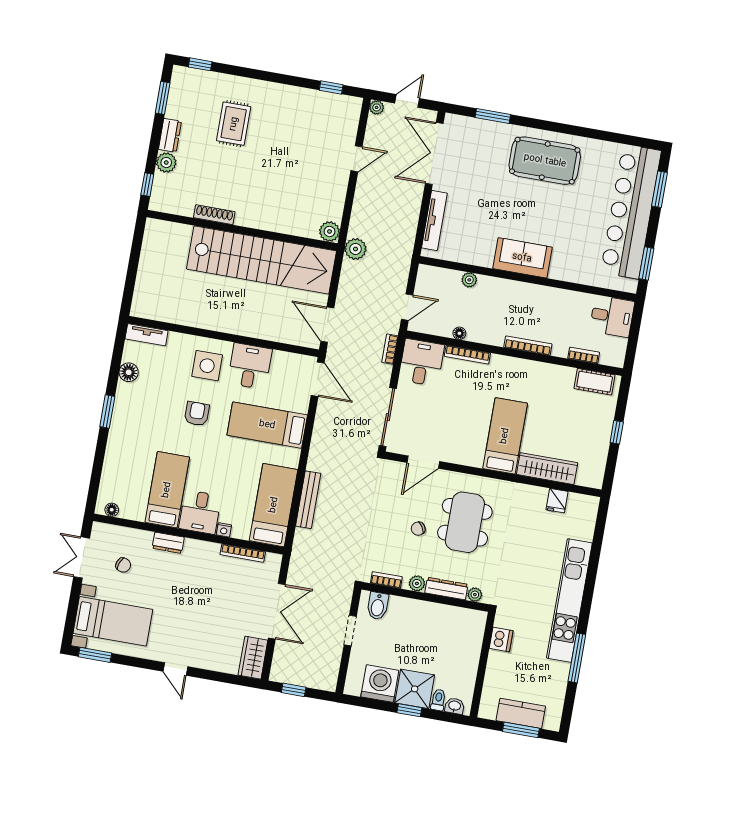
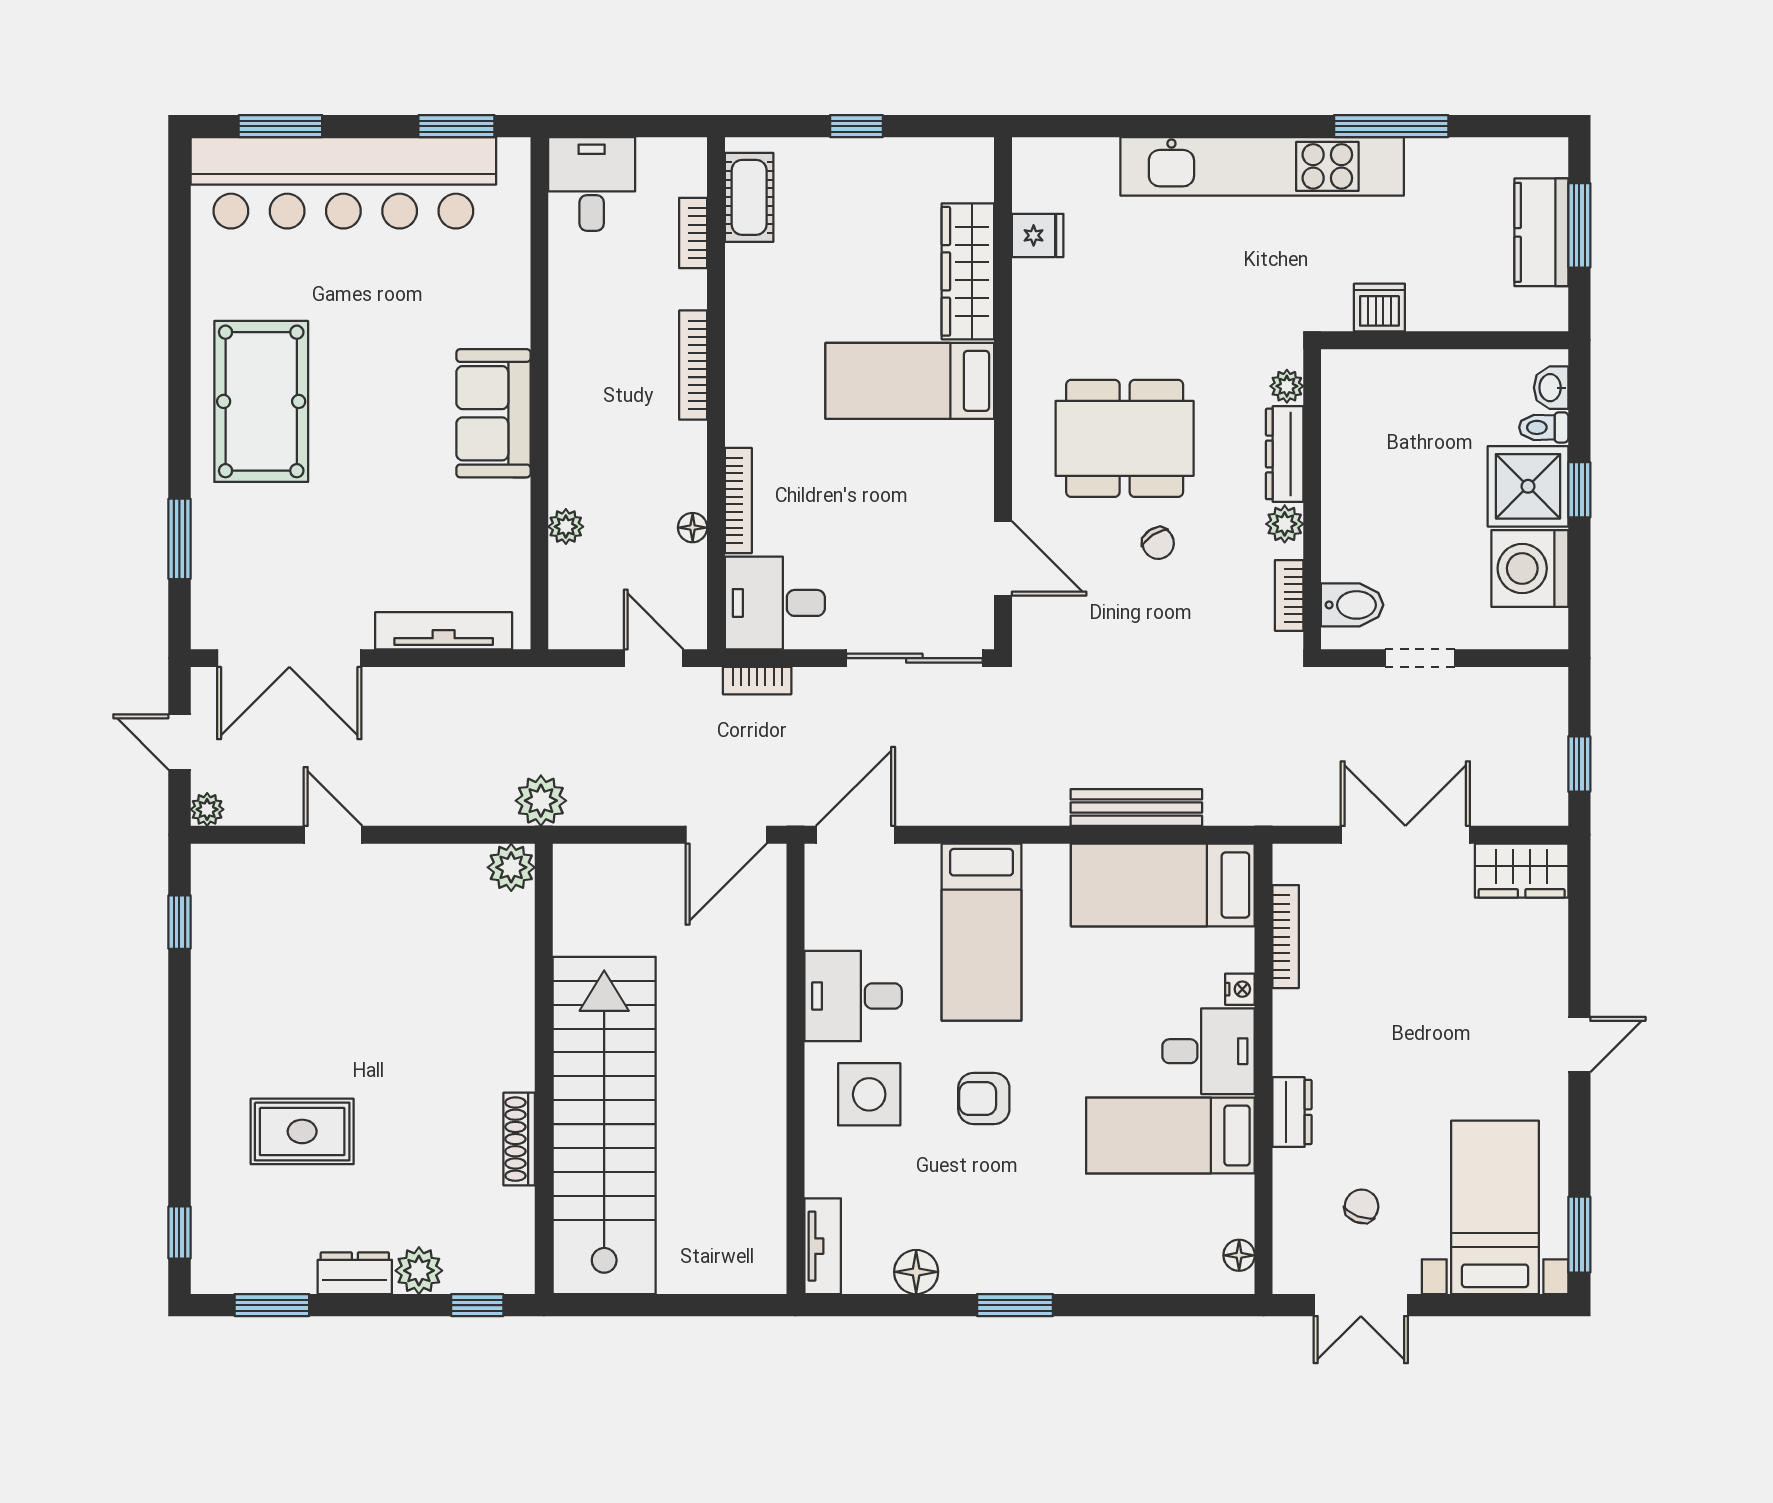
stairs: (261, 260) -> (604, 1125), moved

